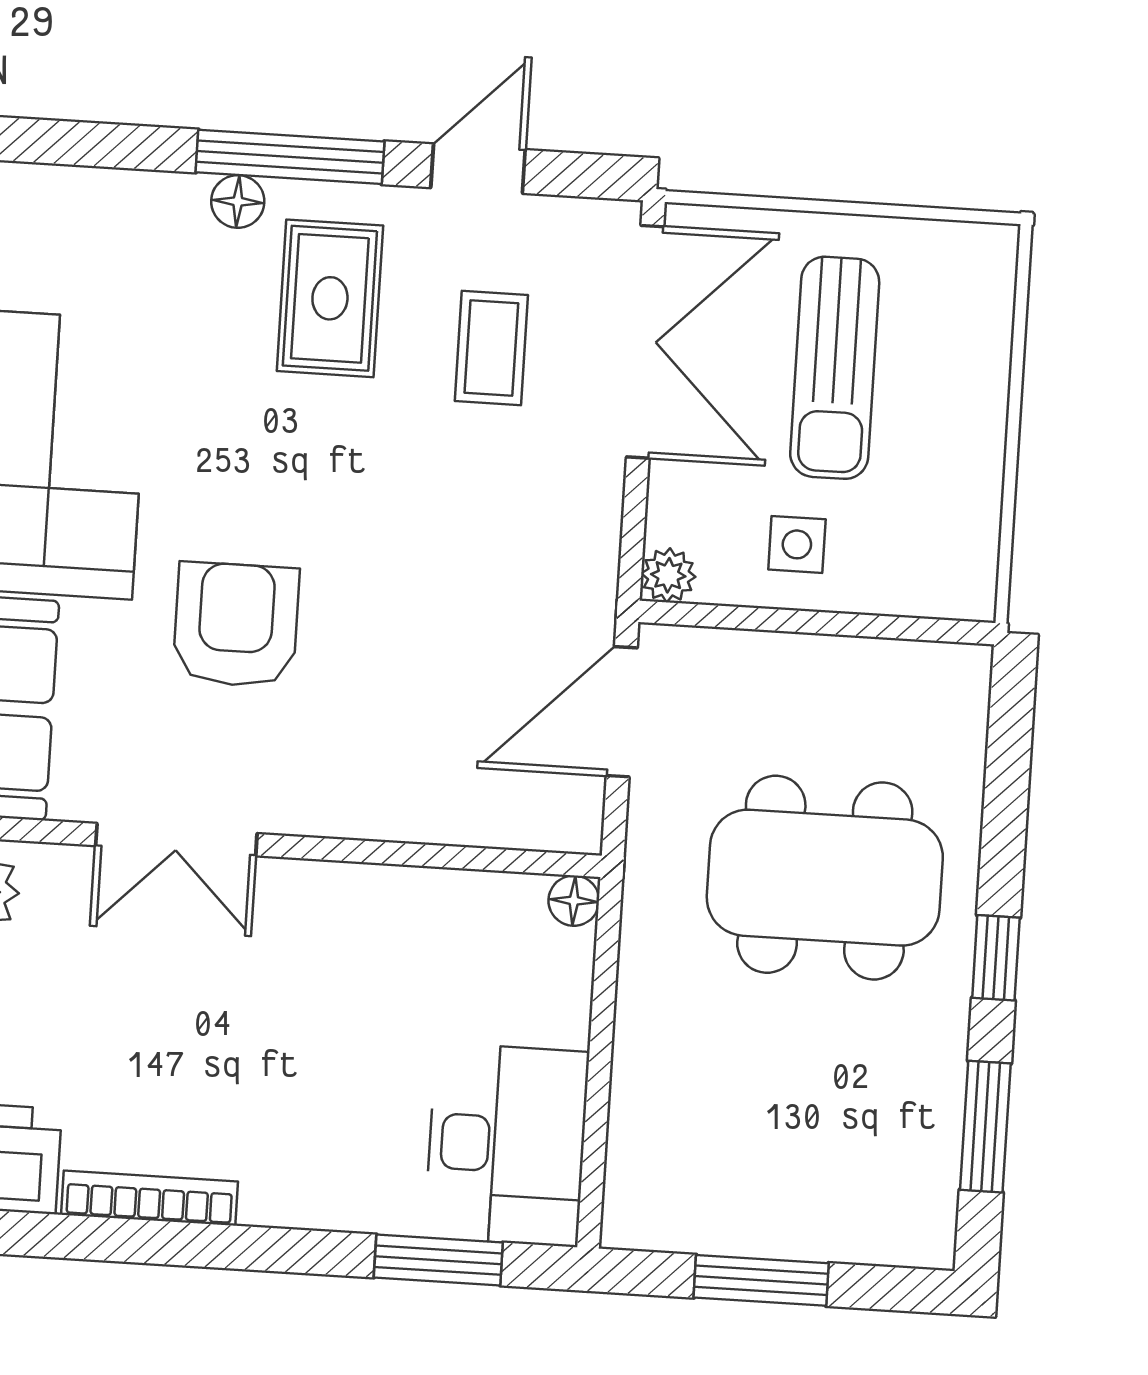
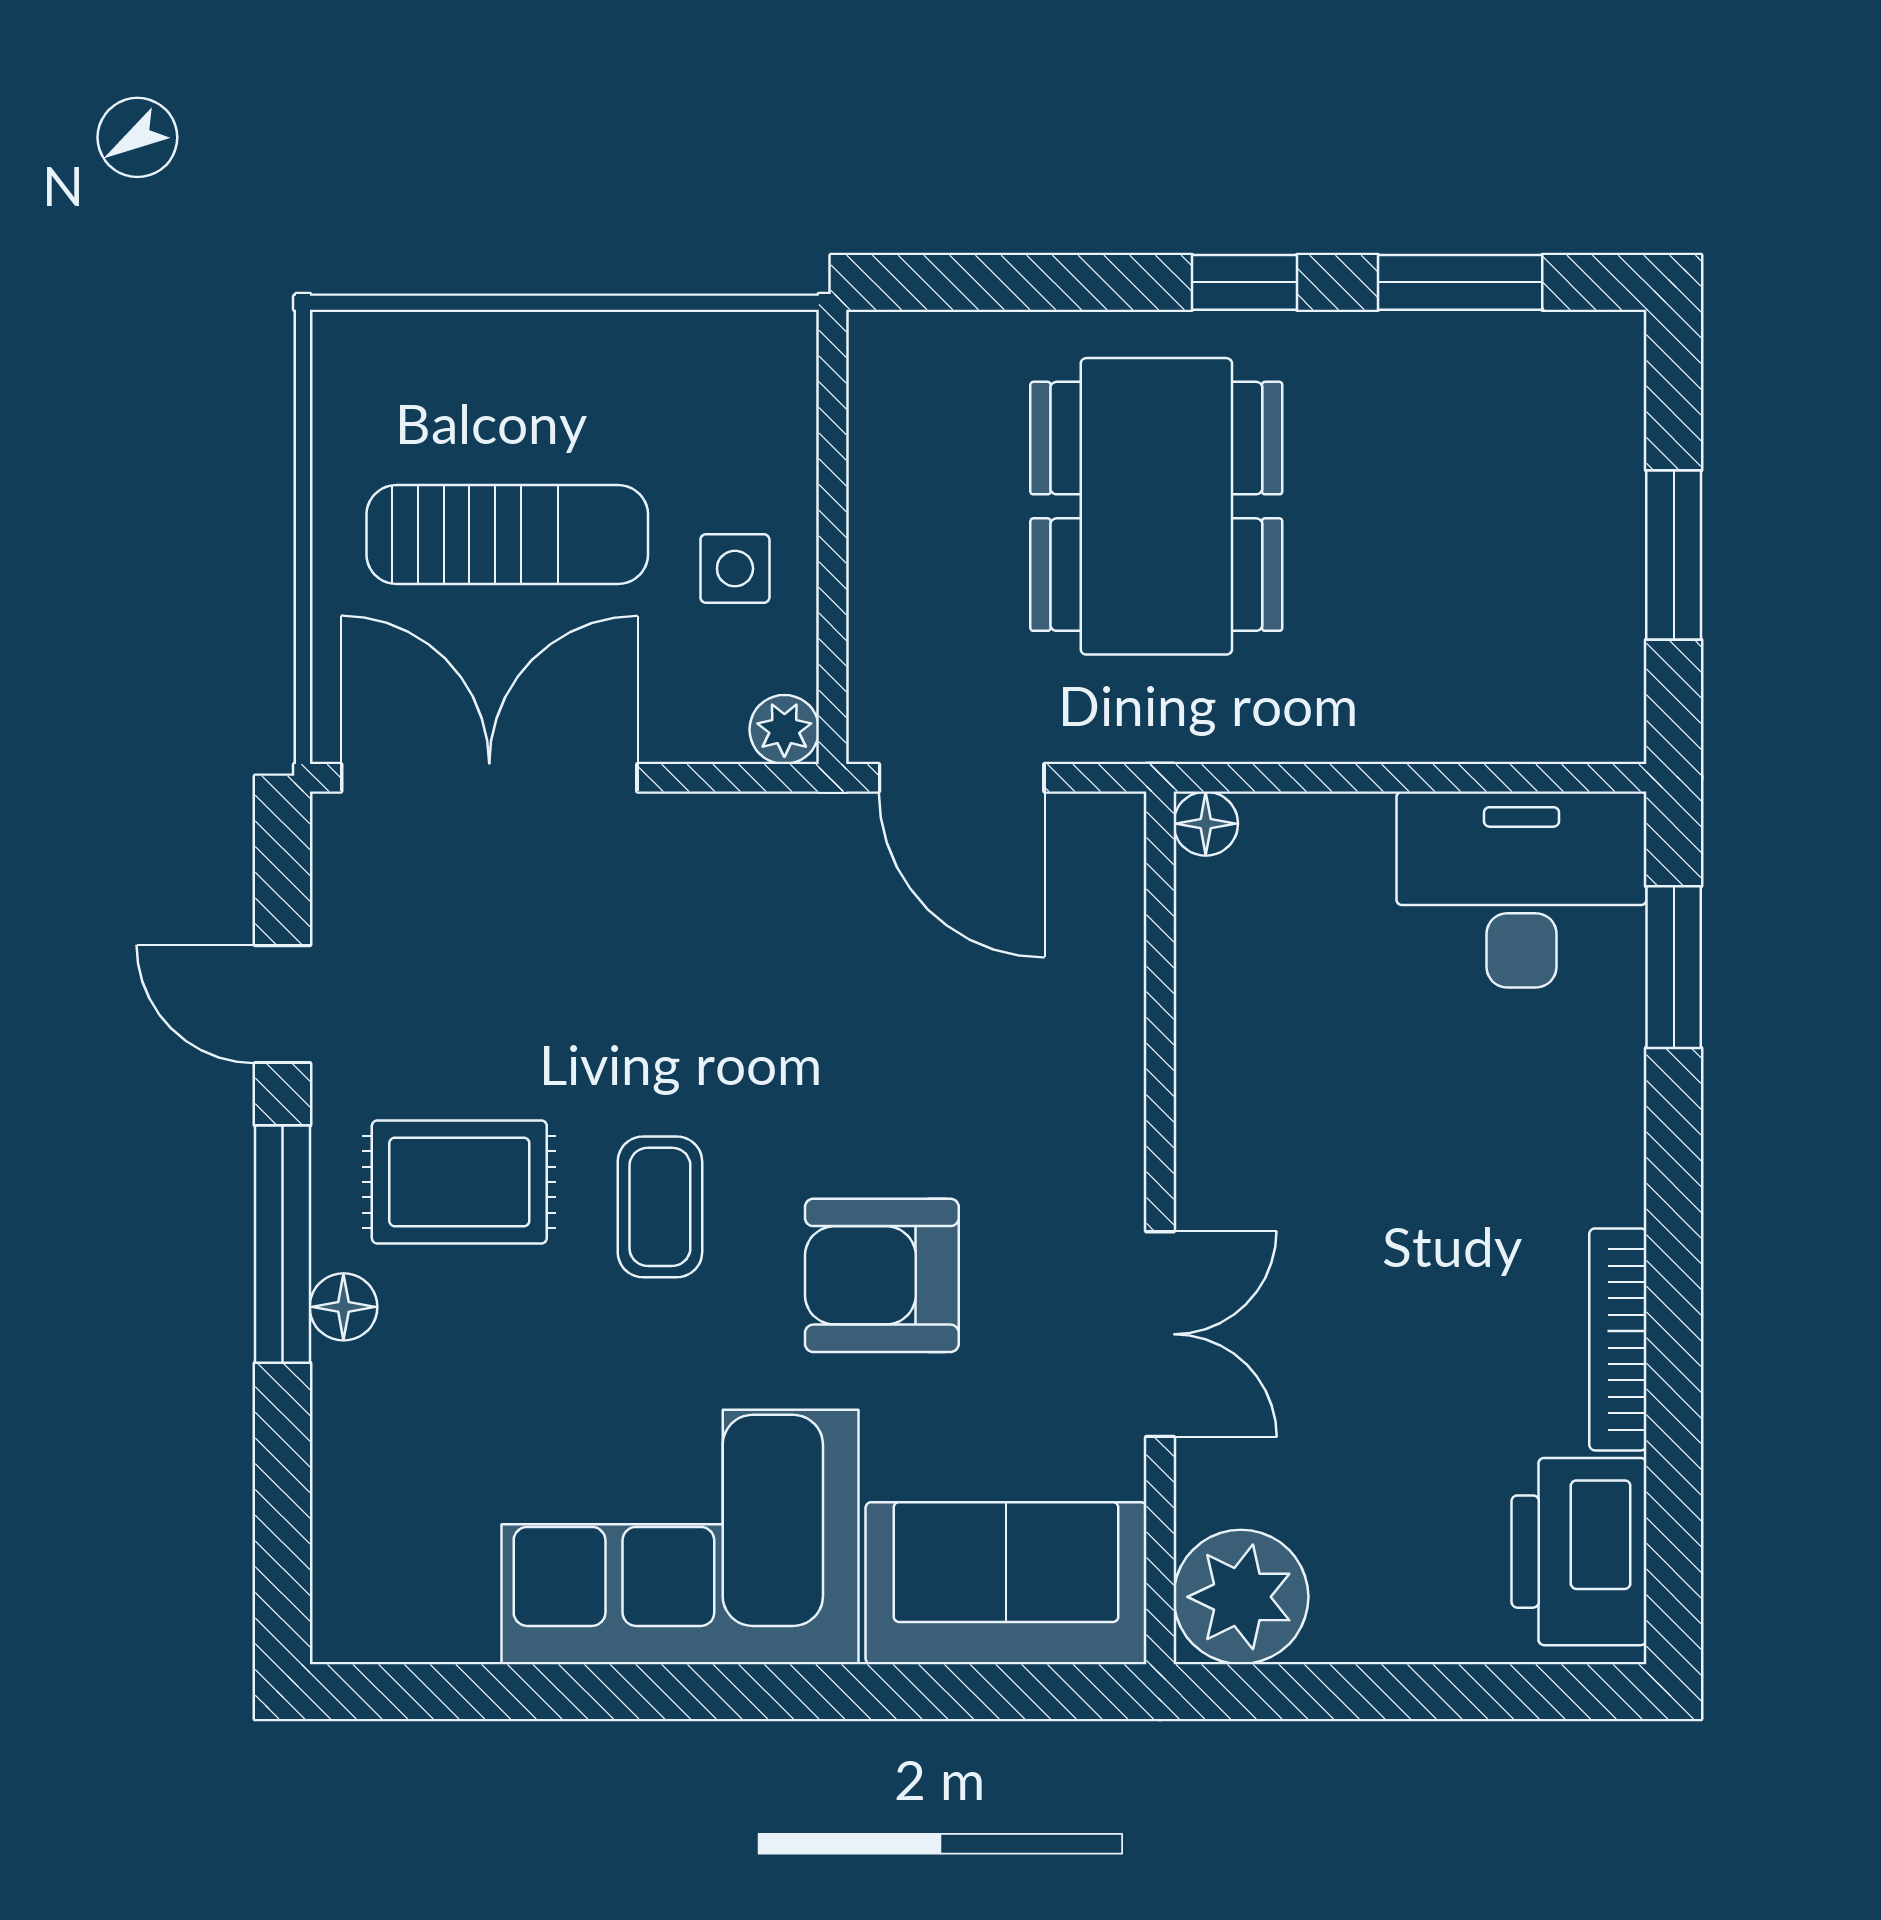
coffee table: (491, 348) -> (660, 1207), moved, turned 90

